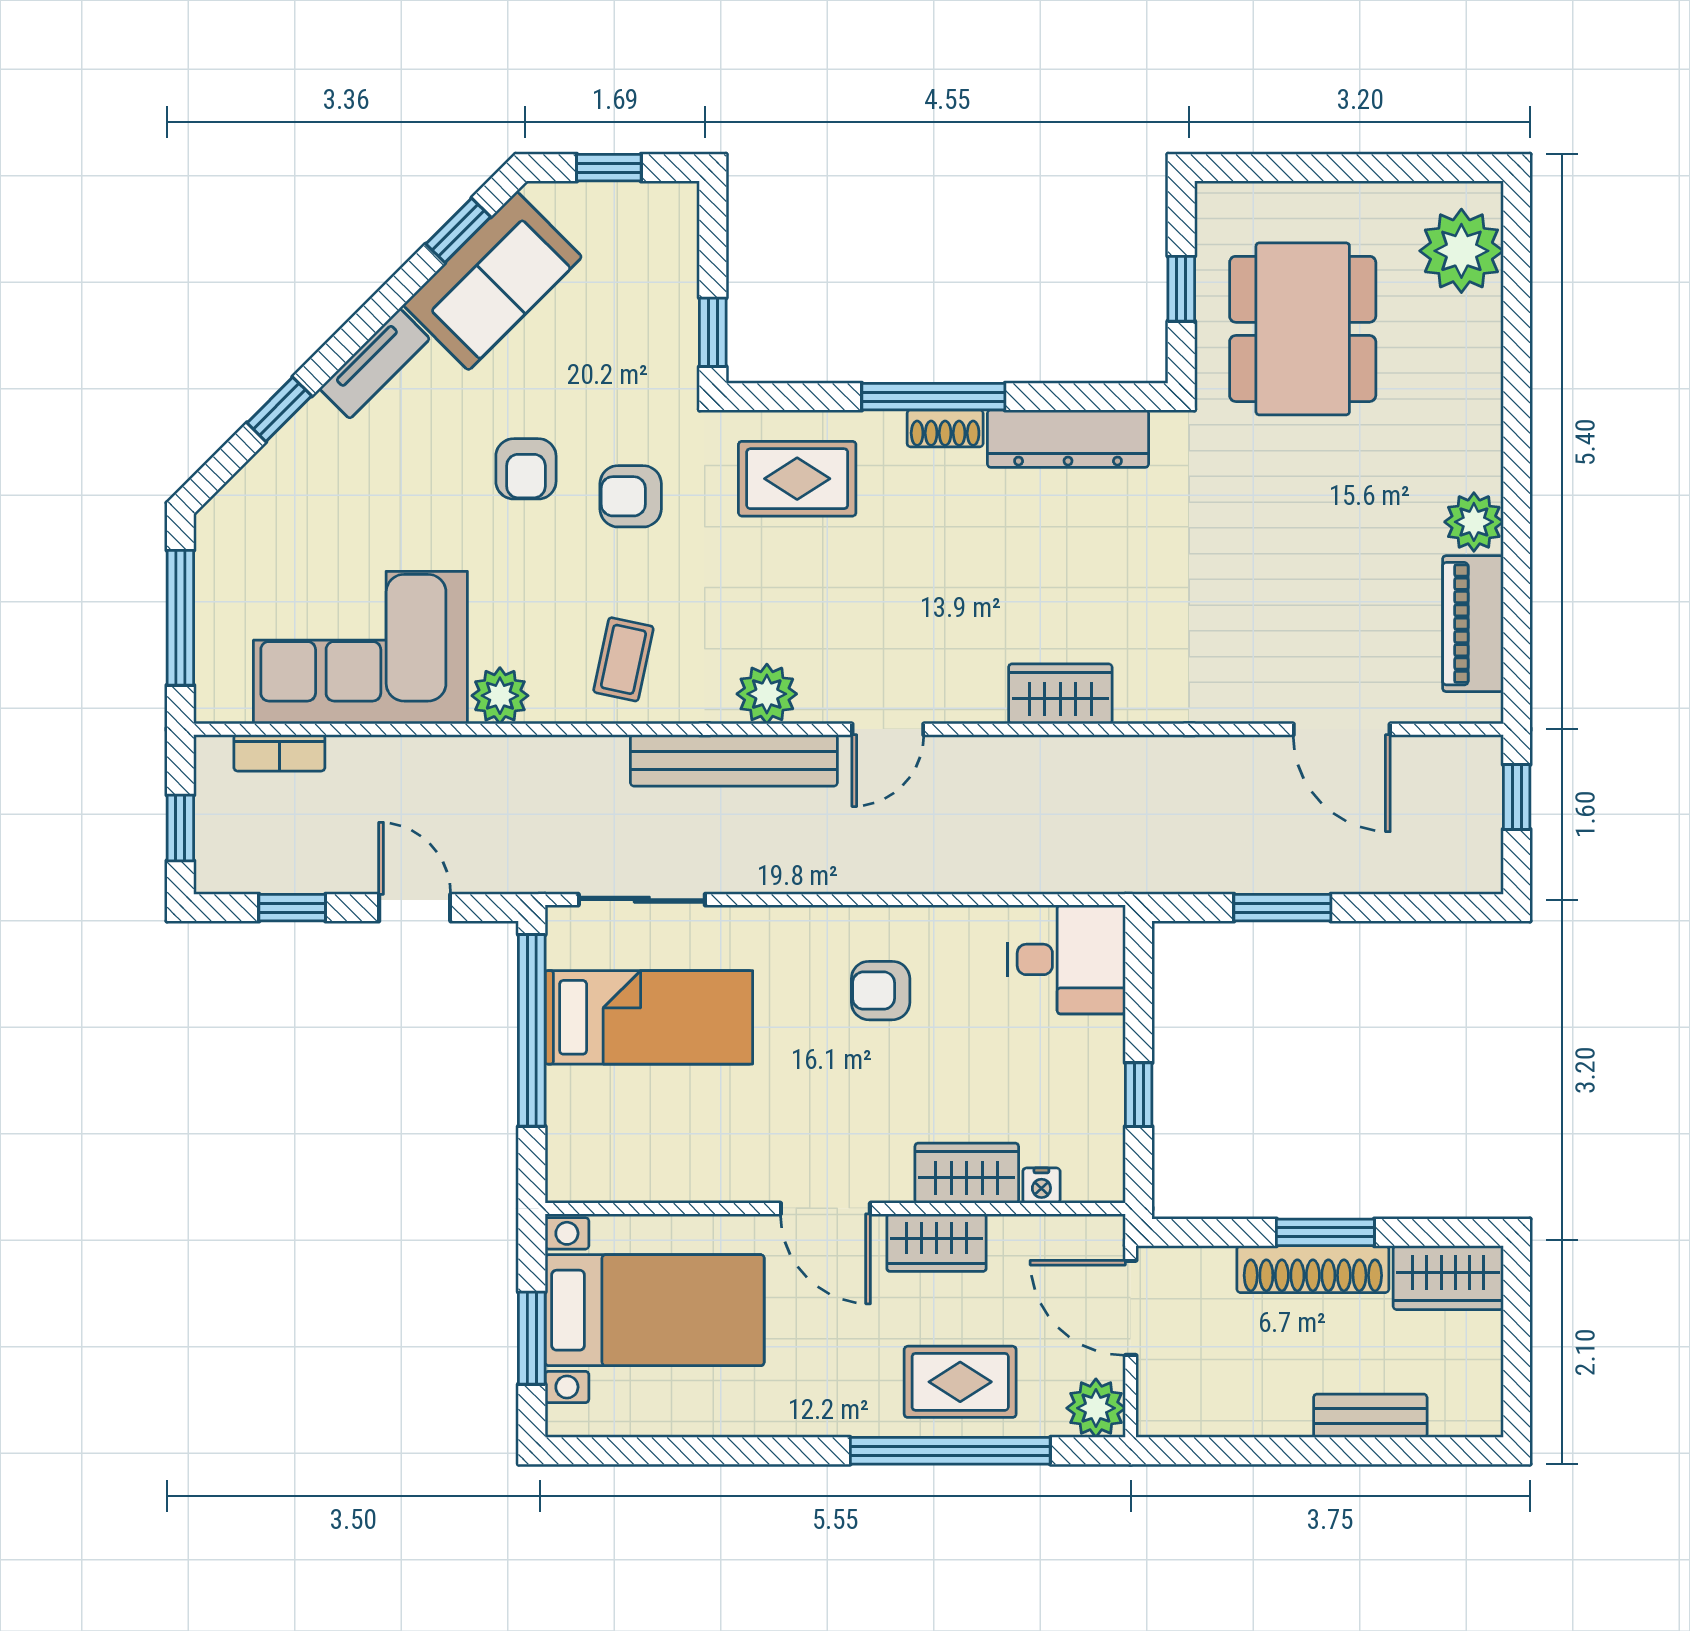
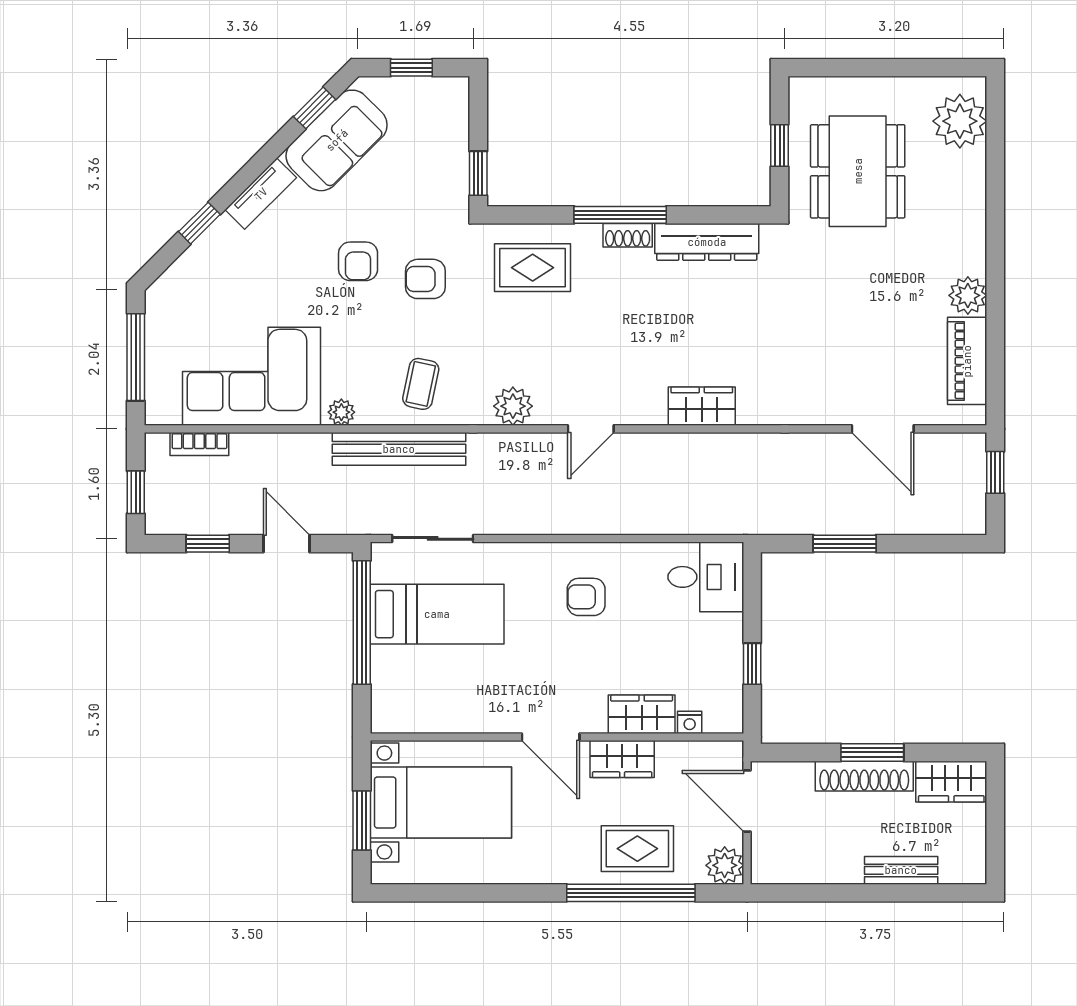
plant: (500, 696) -> (341, 412), width x0.73, depth x0.73
bench: (734, 760) -> (399, 449), moved

